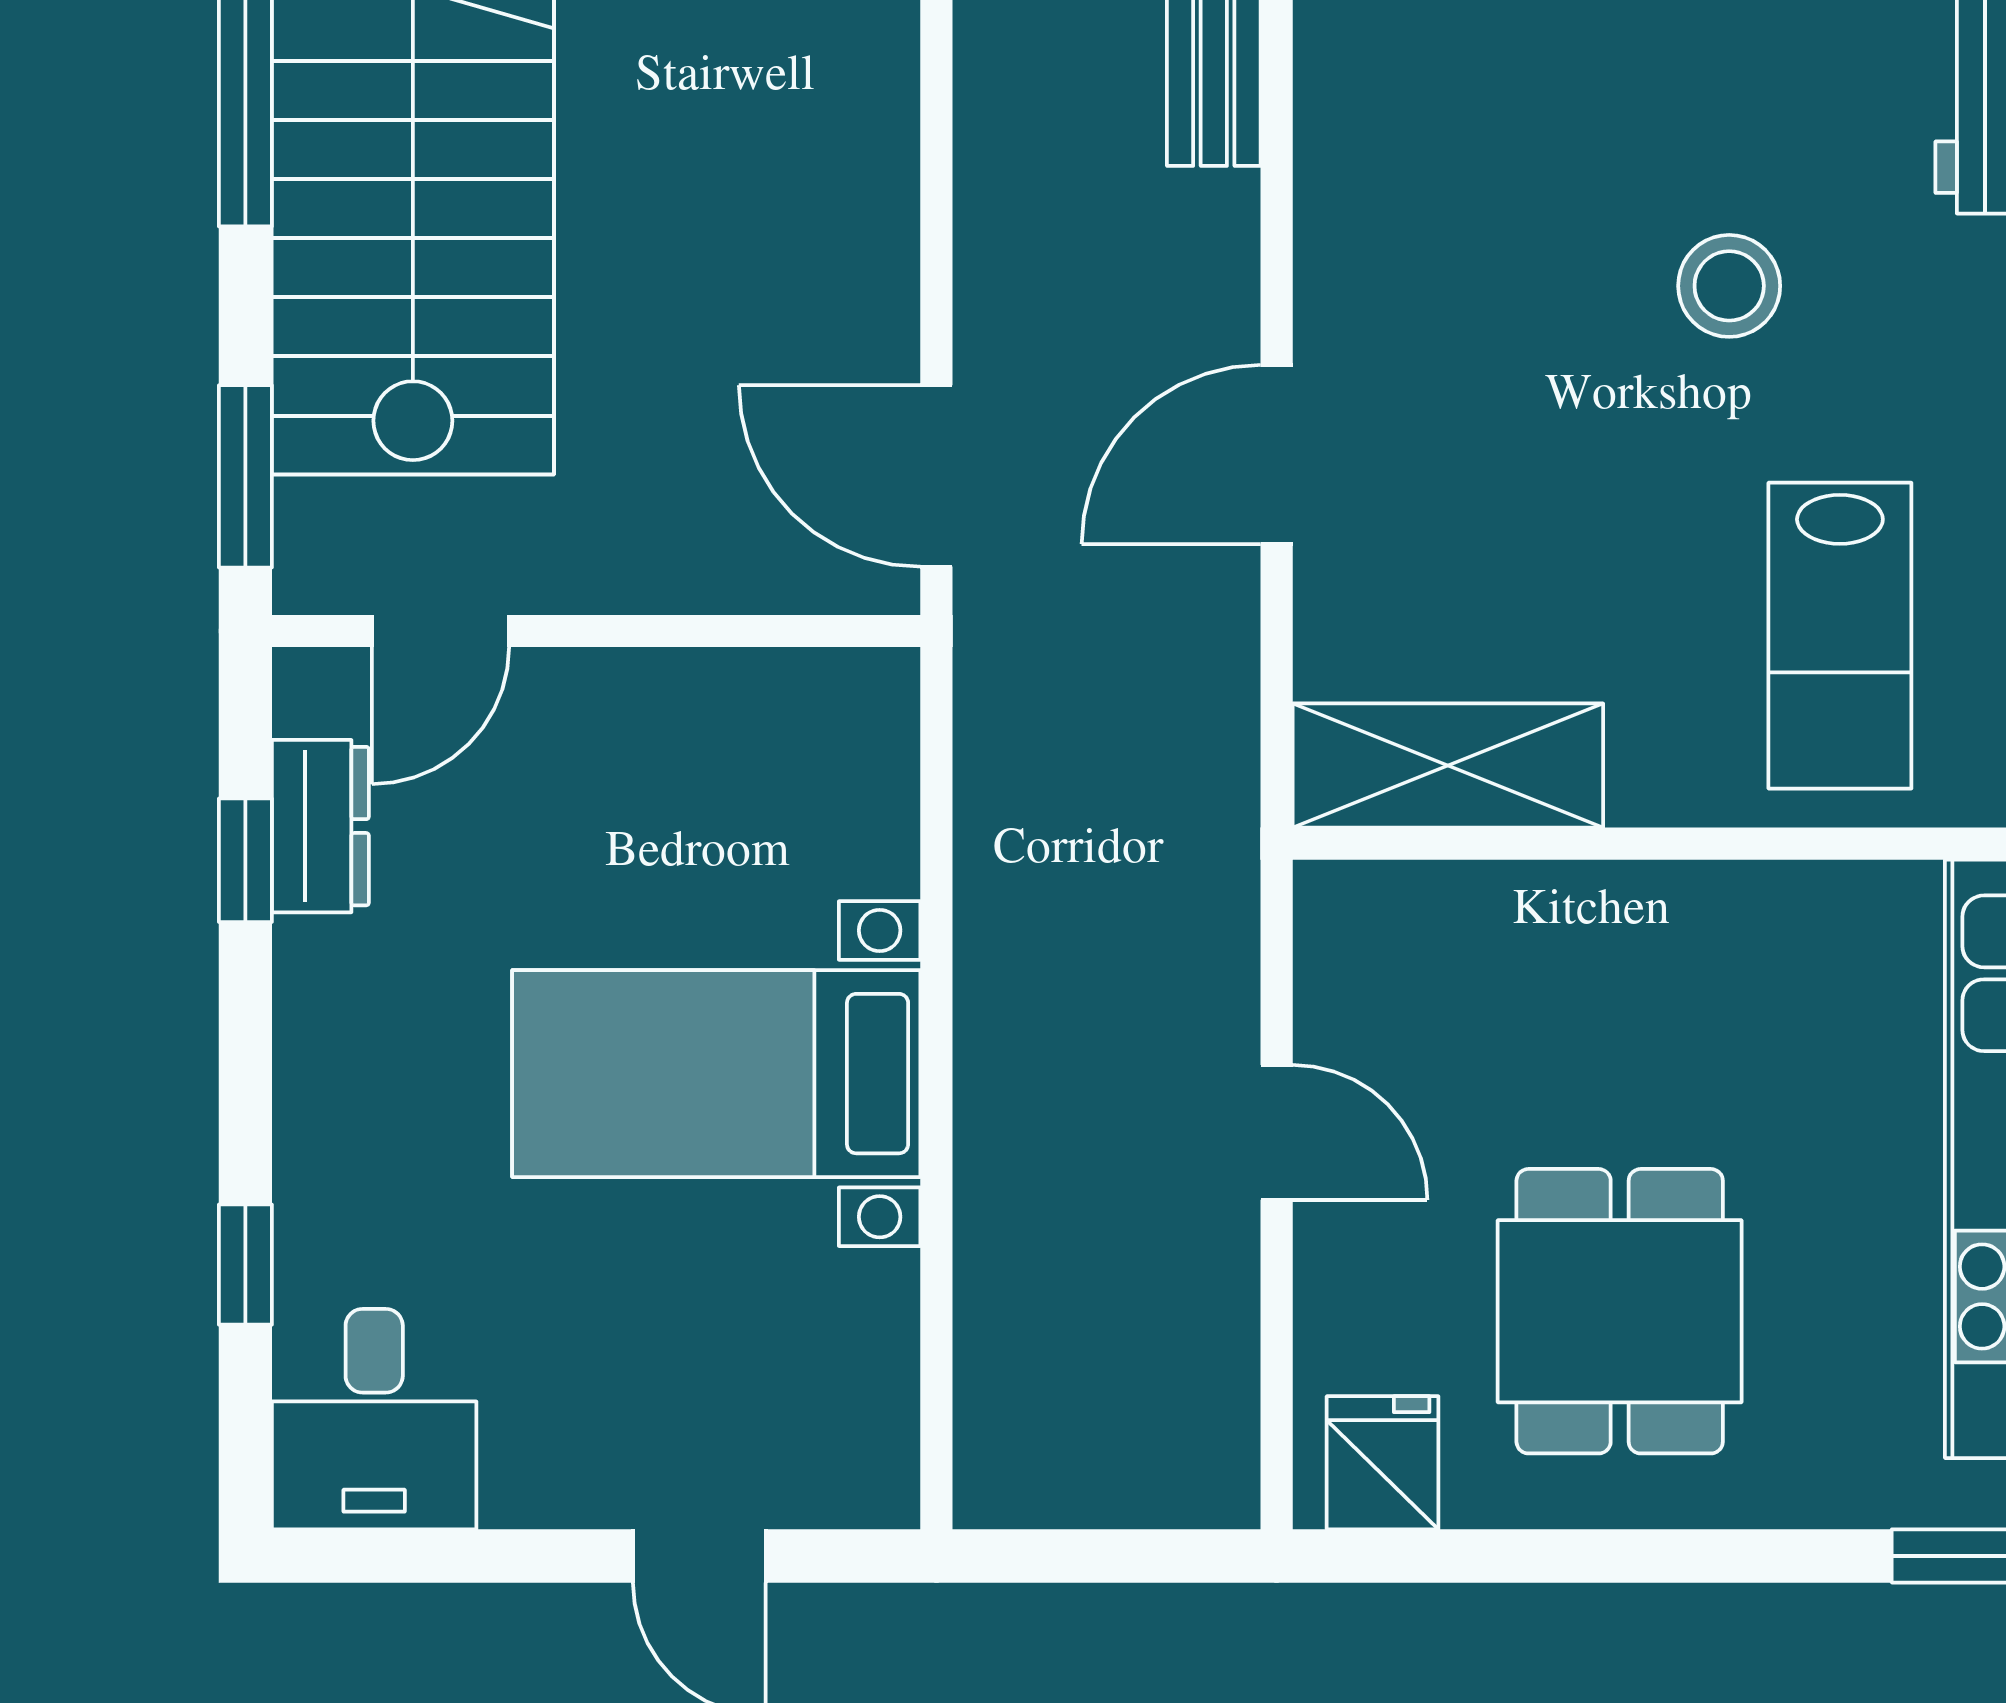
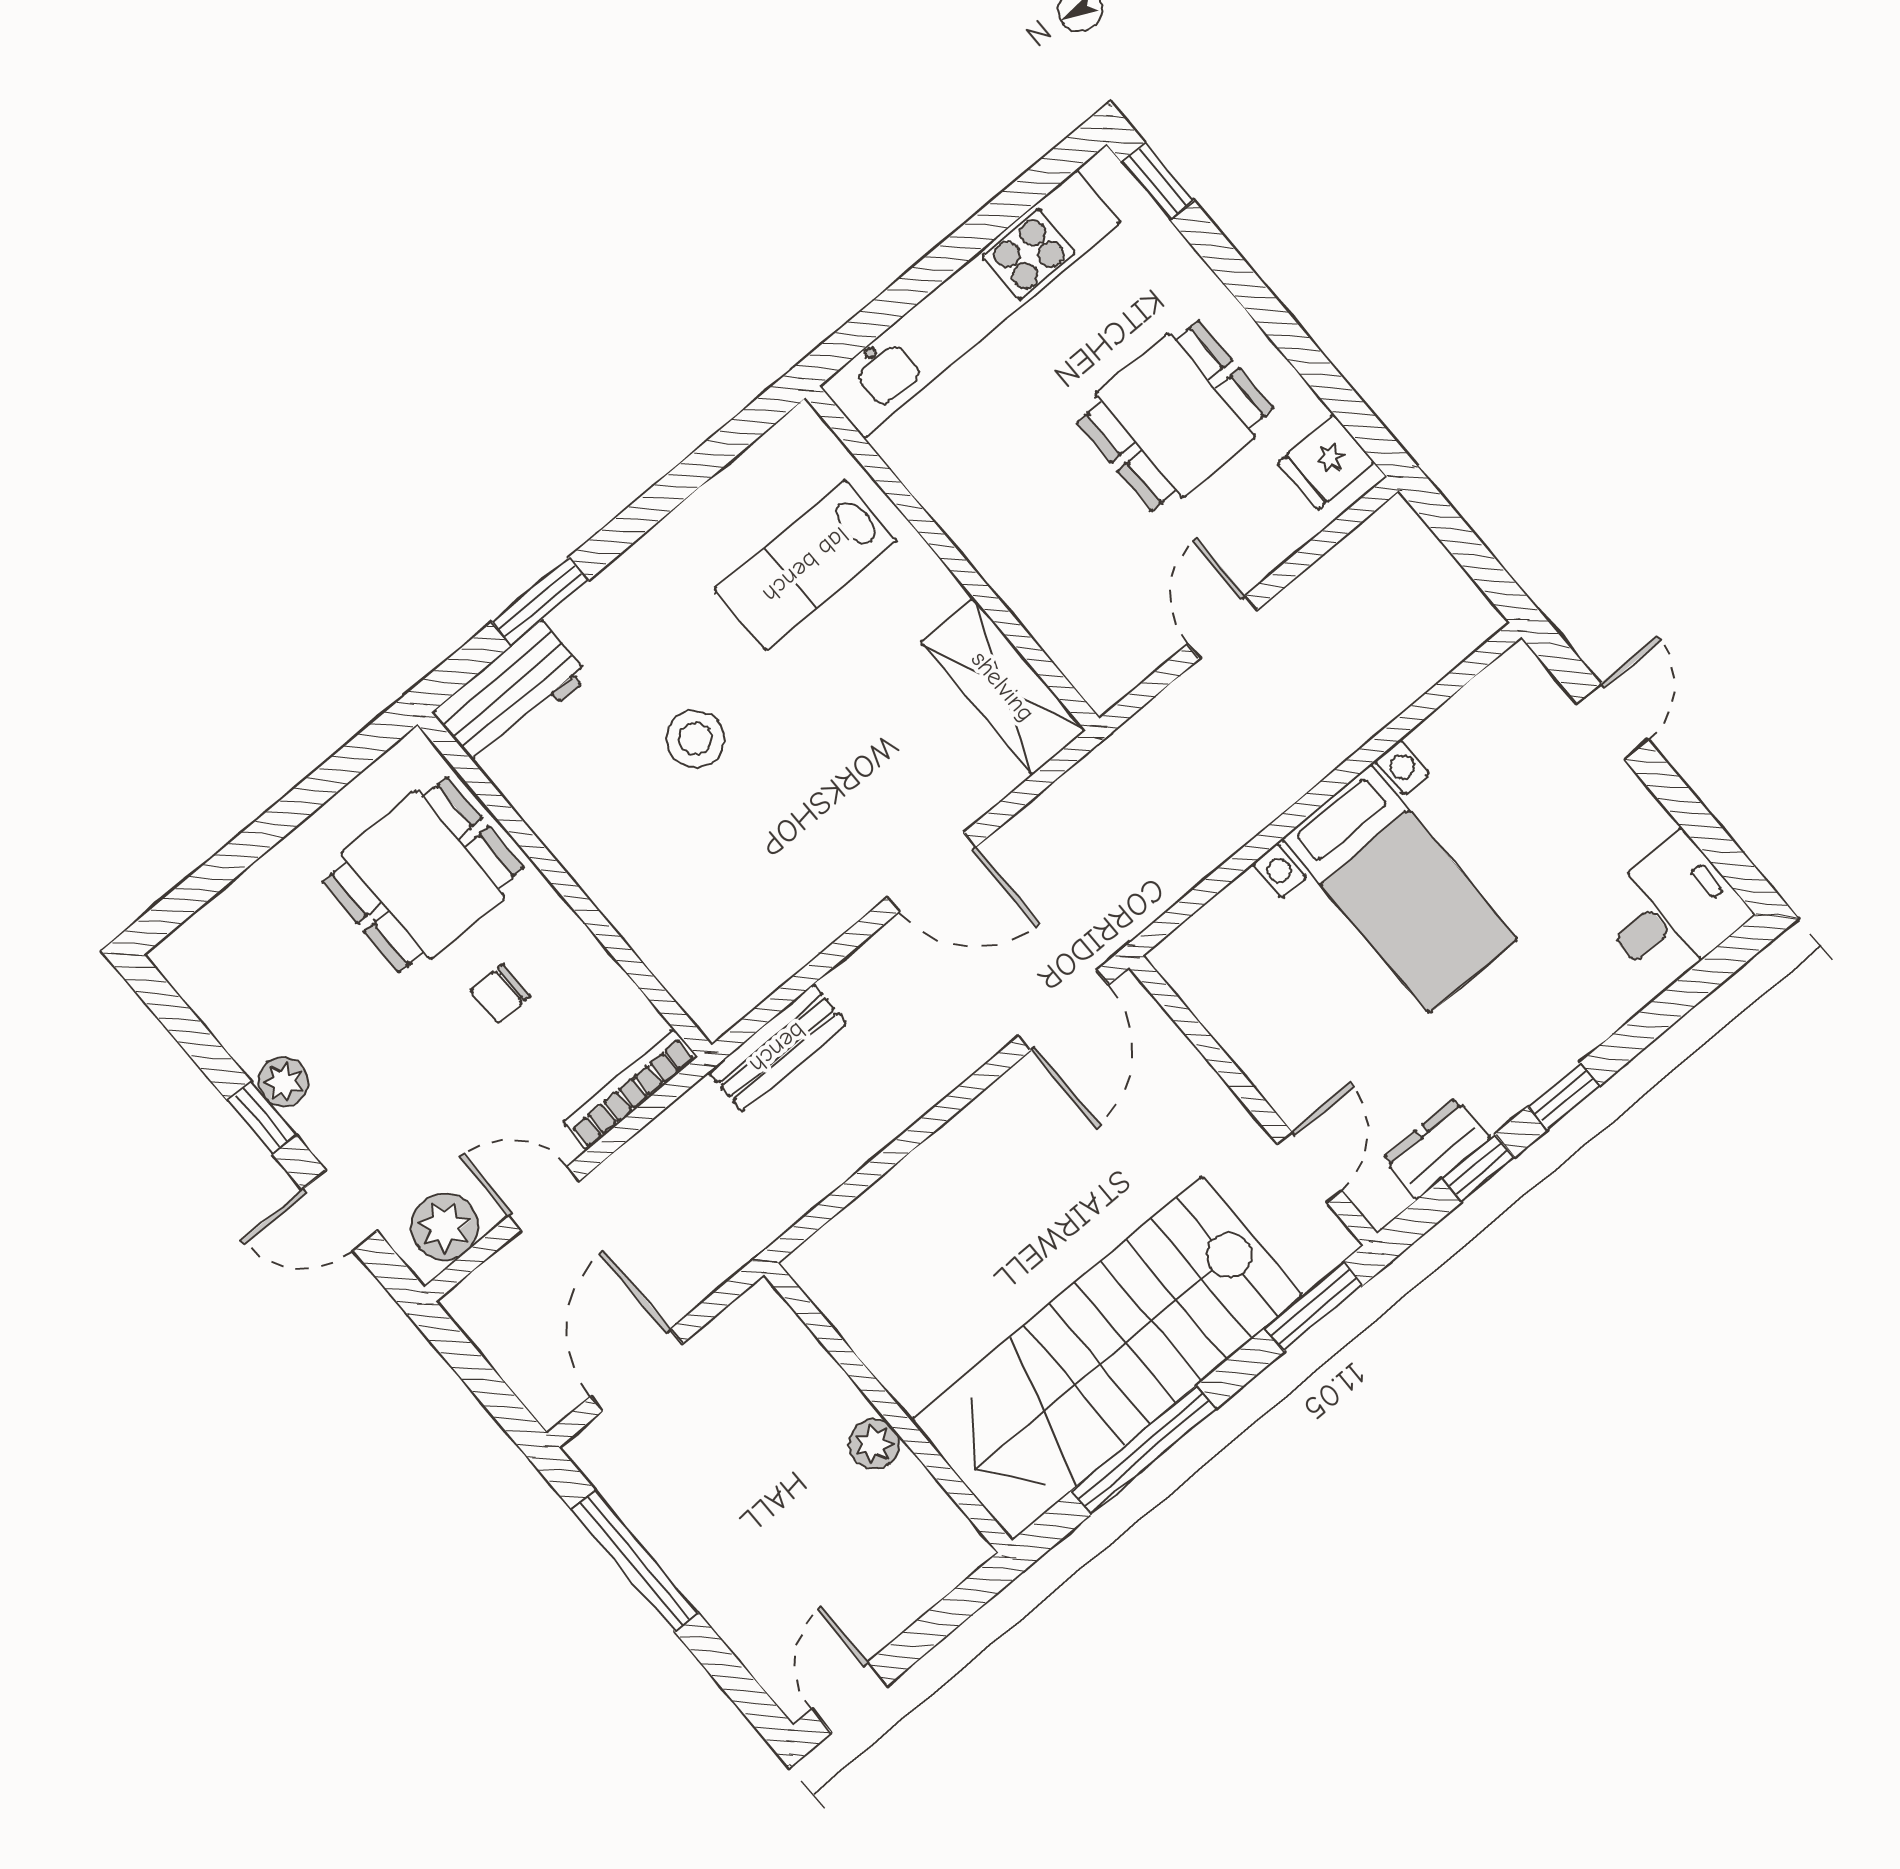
door: (440, 631) -> (1309, 1167), hinge flipped
lab bench: (1840, 636) -> (806, 565), turned 180
window: (245, 1265) -> (1564, 1096), moved

